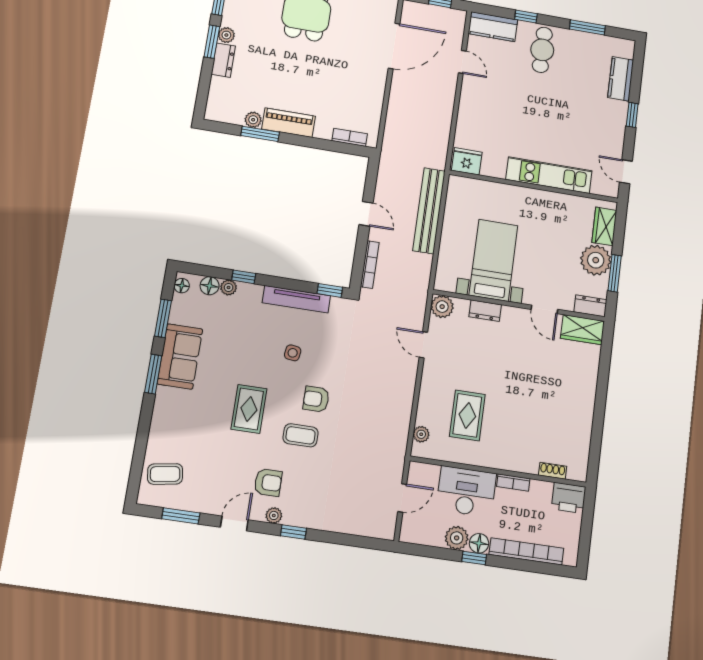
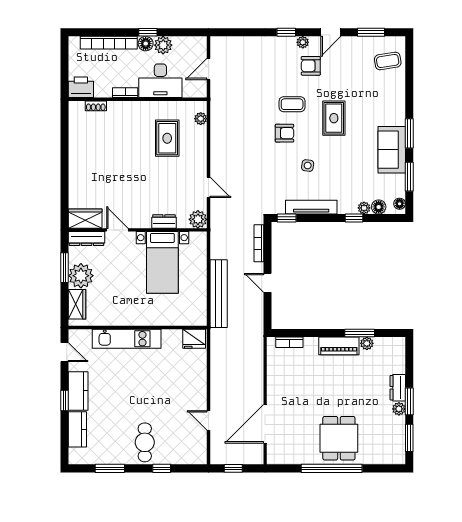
kitchen counter: (493, 27) -> (78, 391), moved, turned 90
dresser: (590, 306) -> (87, 239), width x1.44

